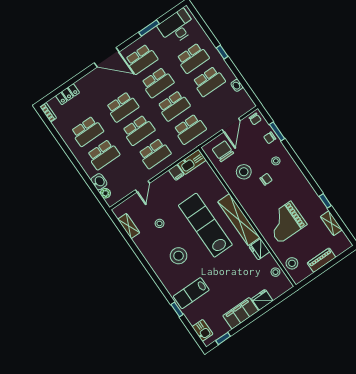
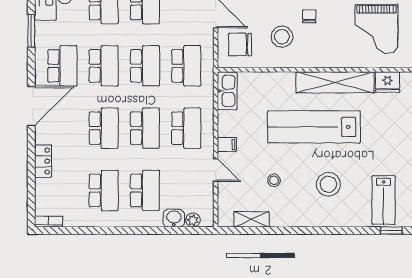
locker: (68, 94) -> (43, 161), moved
filing cabinet: (176, 173) -> (227, 145), moved

